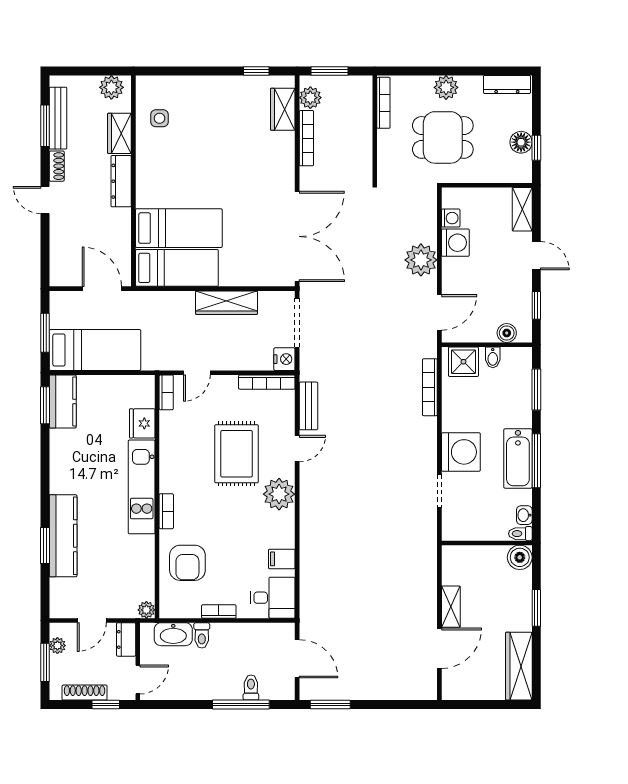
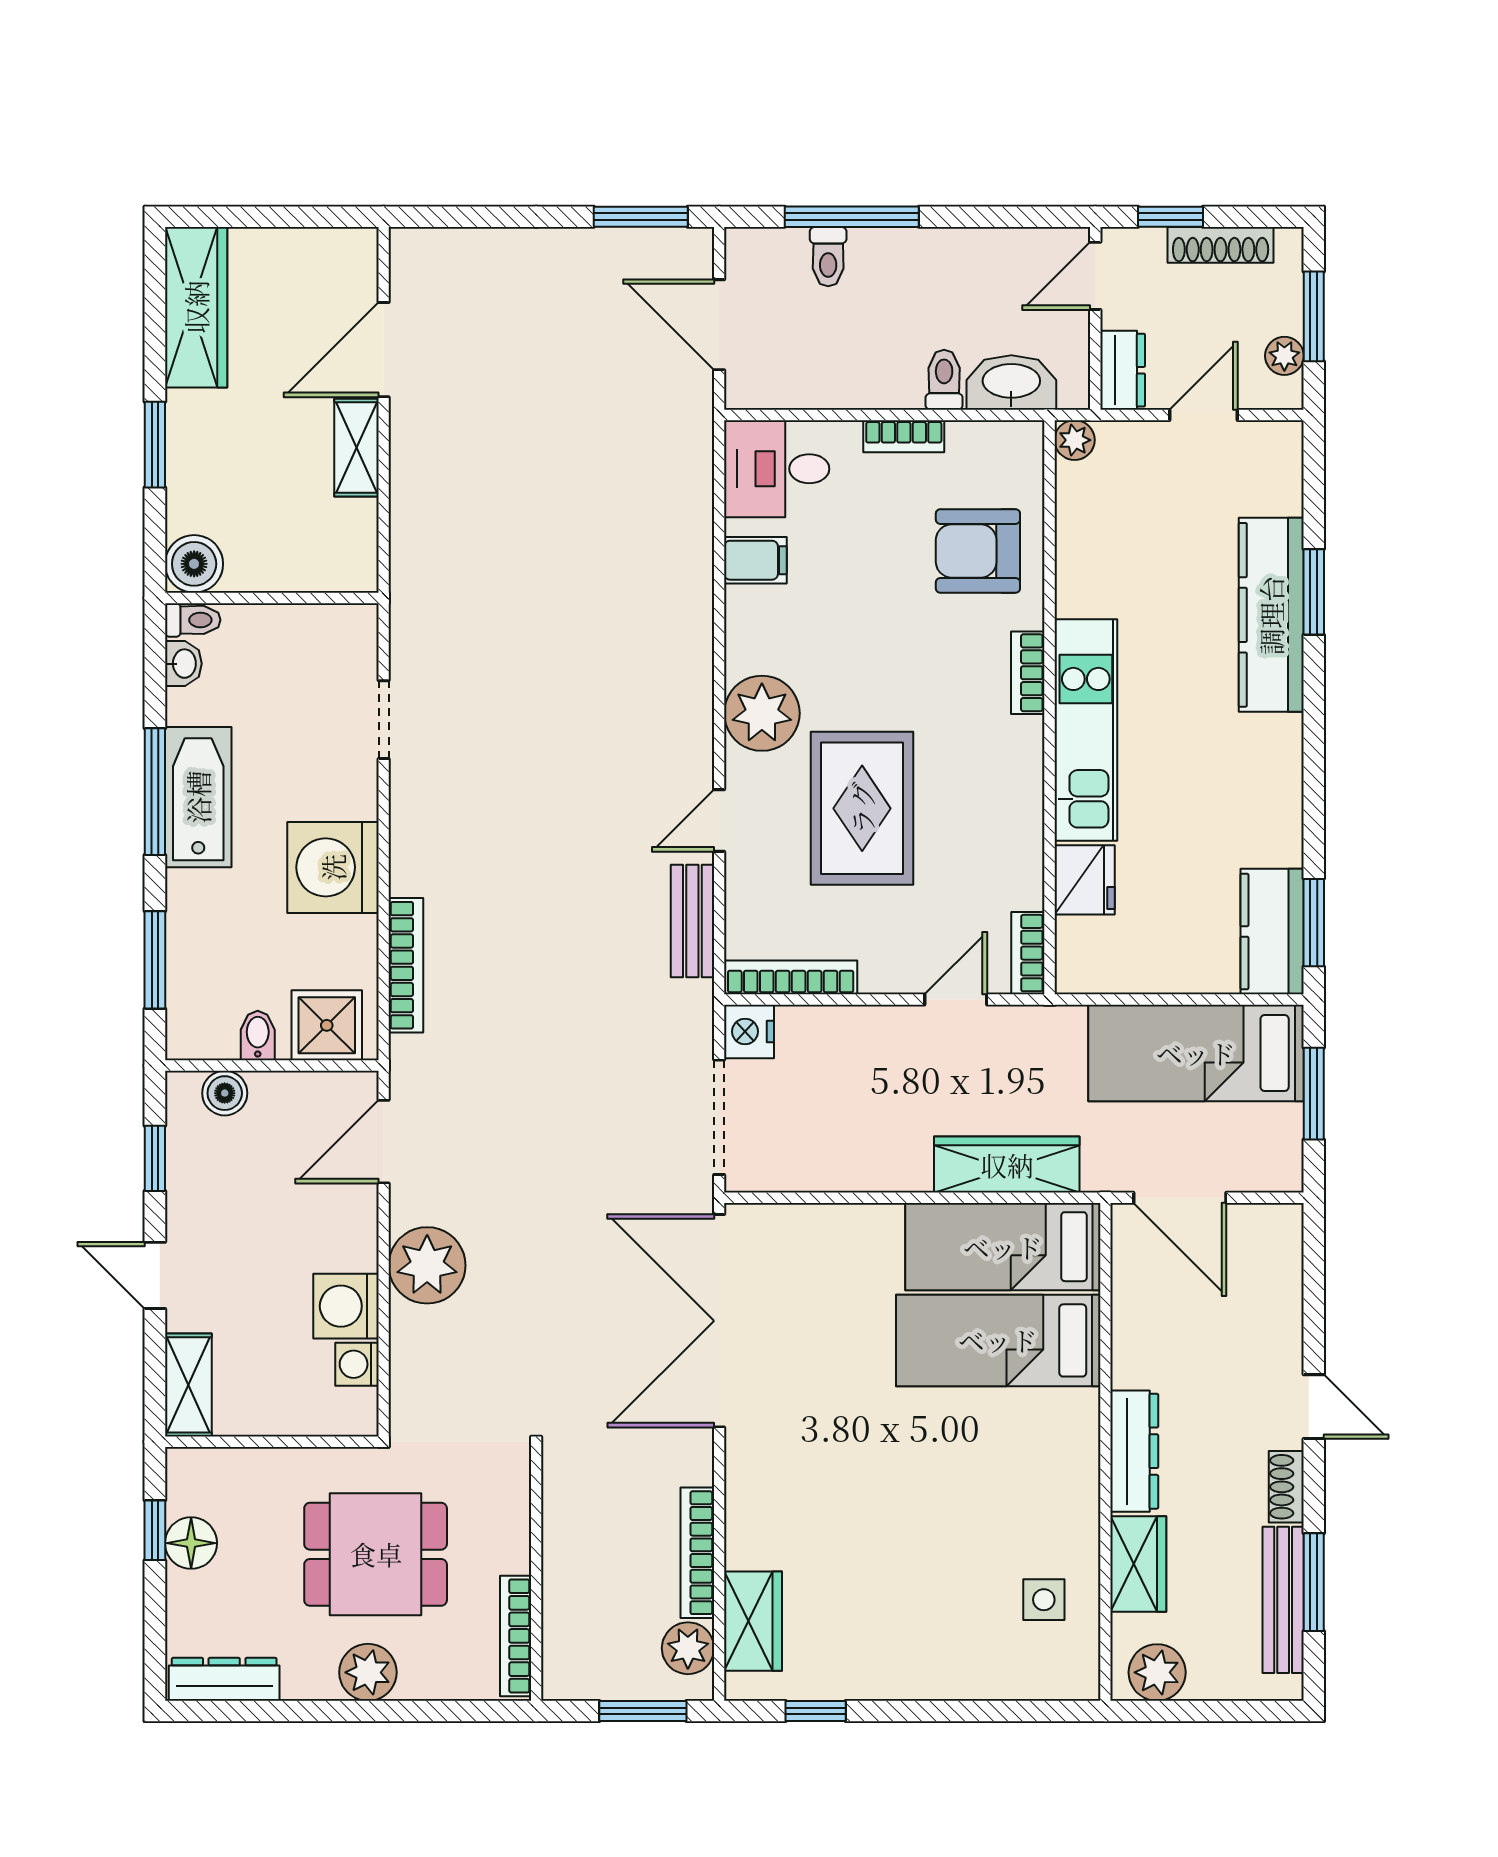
wardrobe: (227, 303) -> (1007, 1165), moved
washing machine: (461, 452) -> (333, 867), moved
armchair: (187, 563) -> (978, 551), turned -90

